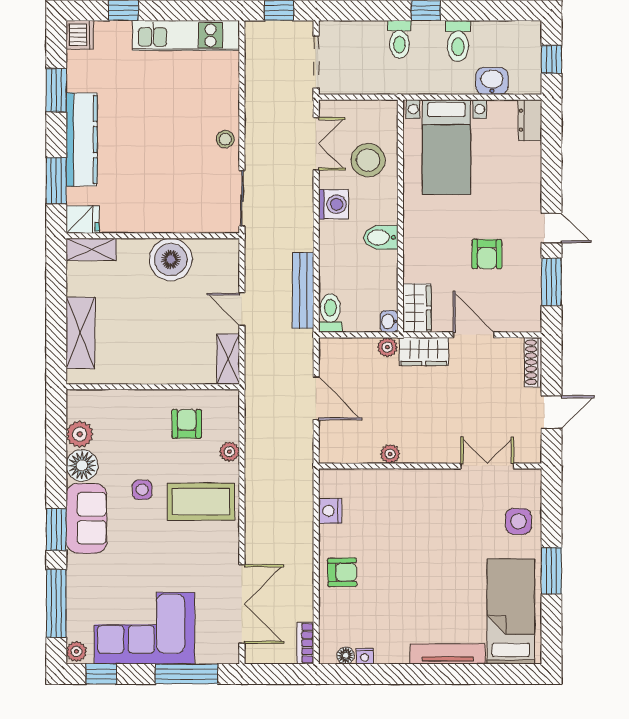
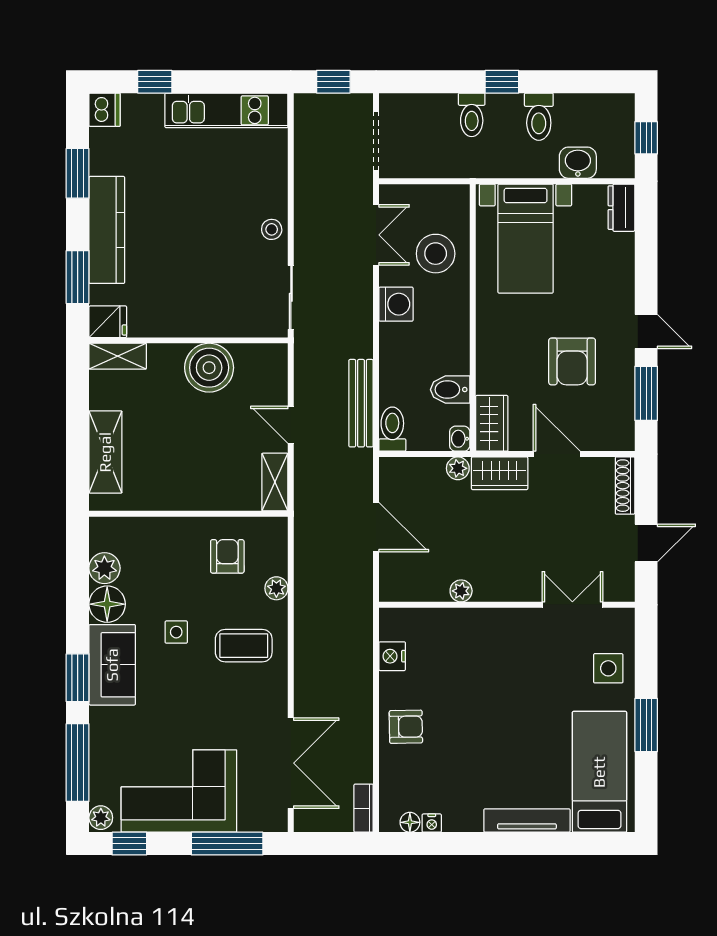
bidet: (381, 237) -> (450, 390), moved
armchair: (487, 254) -> (572, 361), width x1.38, depth x1.38
coffee table: (201, 502) -> (244, 646), width x0.73, depth x0.76

